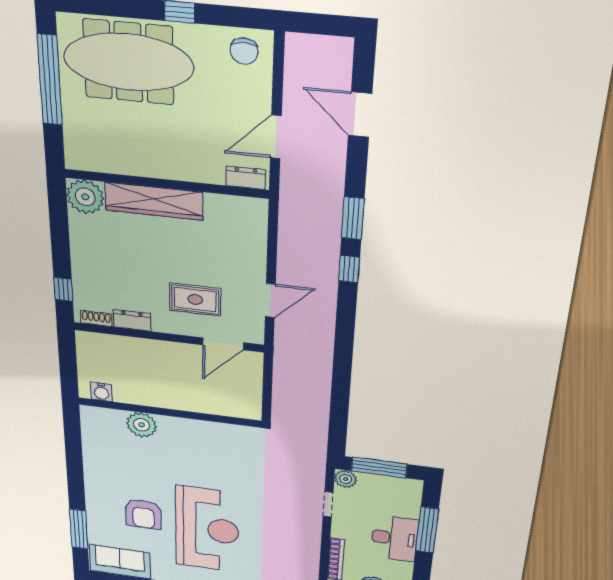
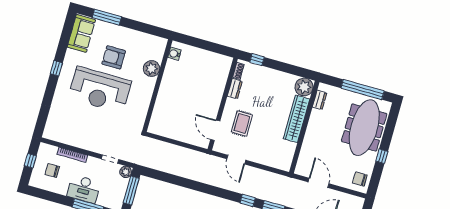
dresser: (246, 178) -> (320, 100), moved
water cooler: (101, 392) -> (174, 54), moved
wall: (169, 413) -> (157, 86), moved
plant: (142, 425) -> (151, 69), moved

